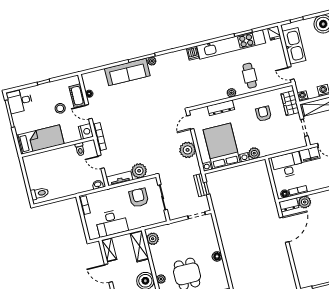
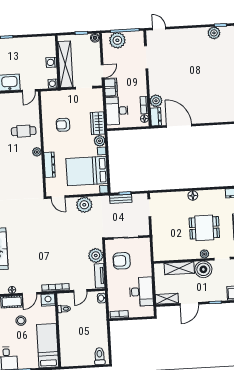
wardrobe: (290, 103) -> (98, 123), moved, turned 90
plant: (153, 239) -> (164, 255), removed
shelving: (139, 246) -> (179, 268), moved

